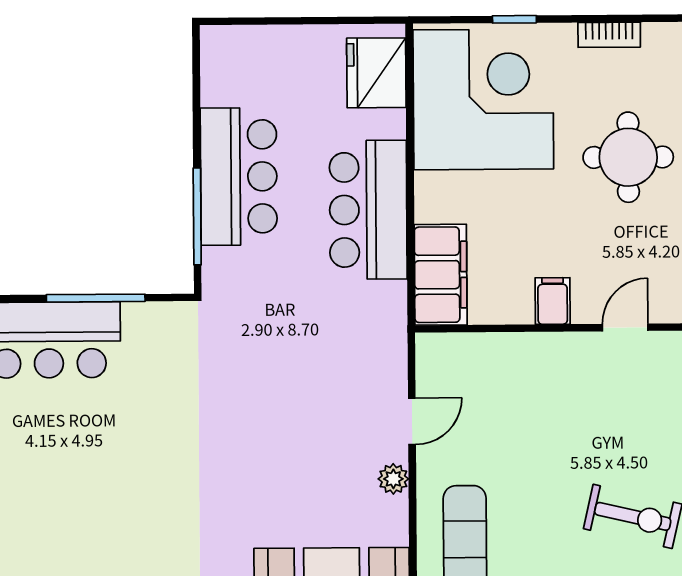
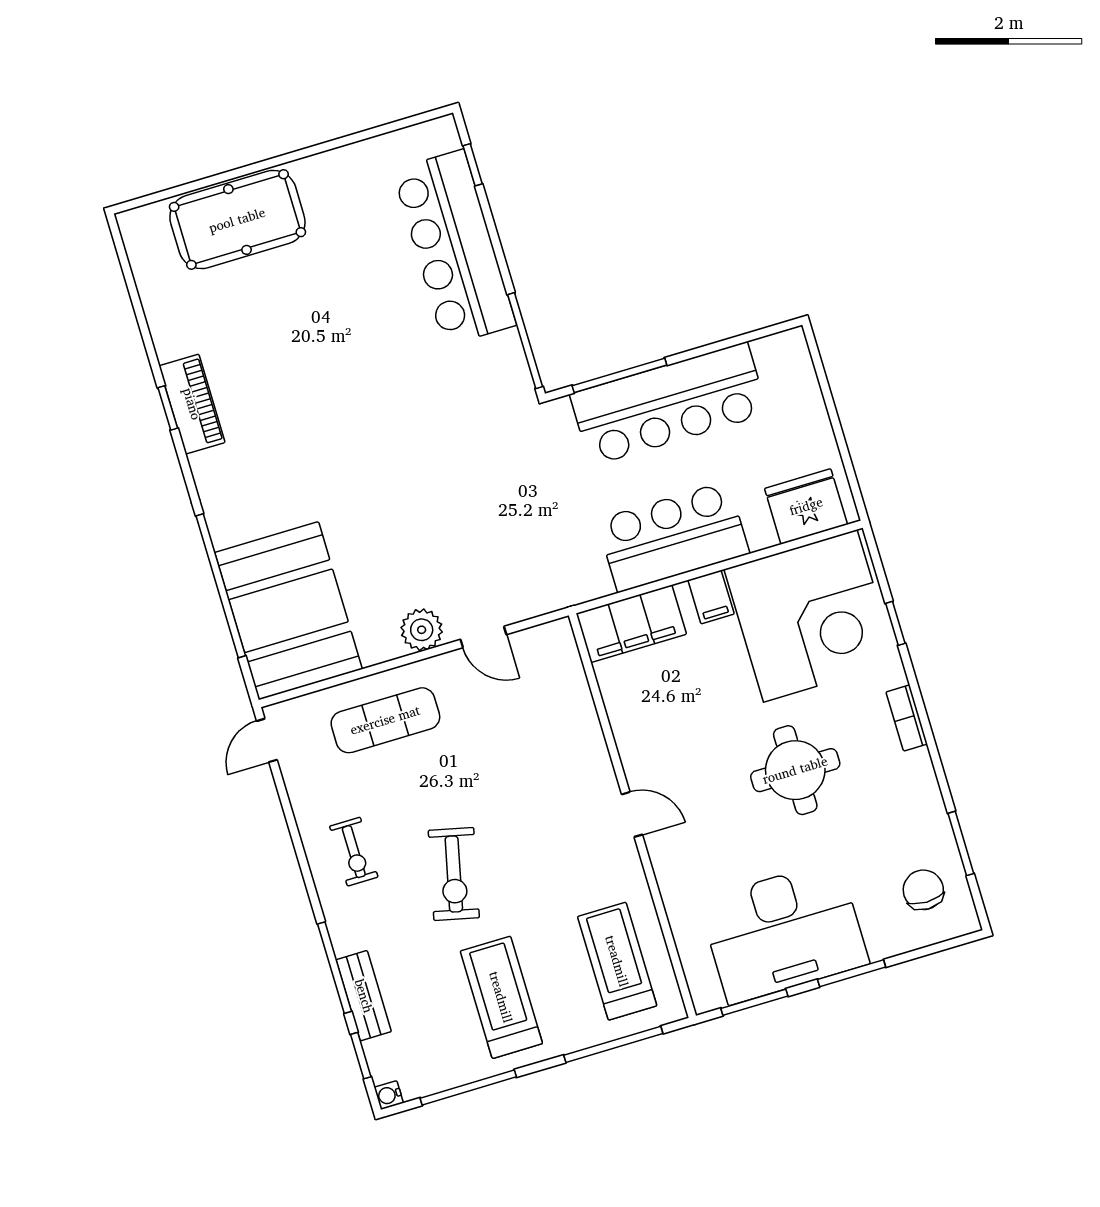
bar counter: (239, 177) -> (669, 404), width x1.36
window: (96, 298) -> (525, 341), moved
filing cabinet: (553, 301) -> (711, 597), moved, turned 90
plant: (393, 479) -> (422, 630), width x1.38, depth x1.38

